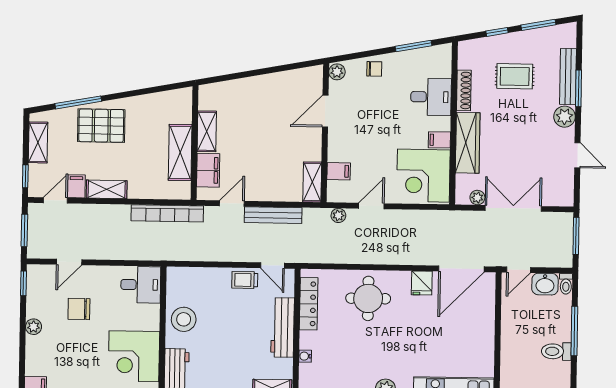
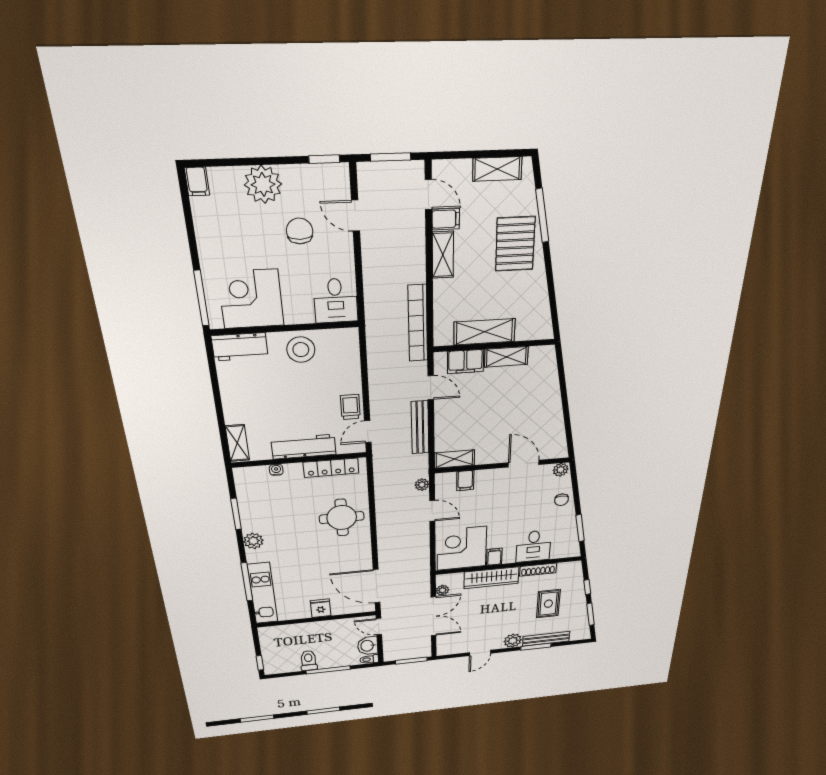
window: (25, 176) -> (457, 155), removed
fridge: (422, 283) -> (321, 608), moved, turned 90
plant: (34, 327) -> (263, 184), width x1.87, depth x1.87

